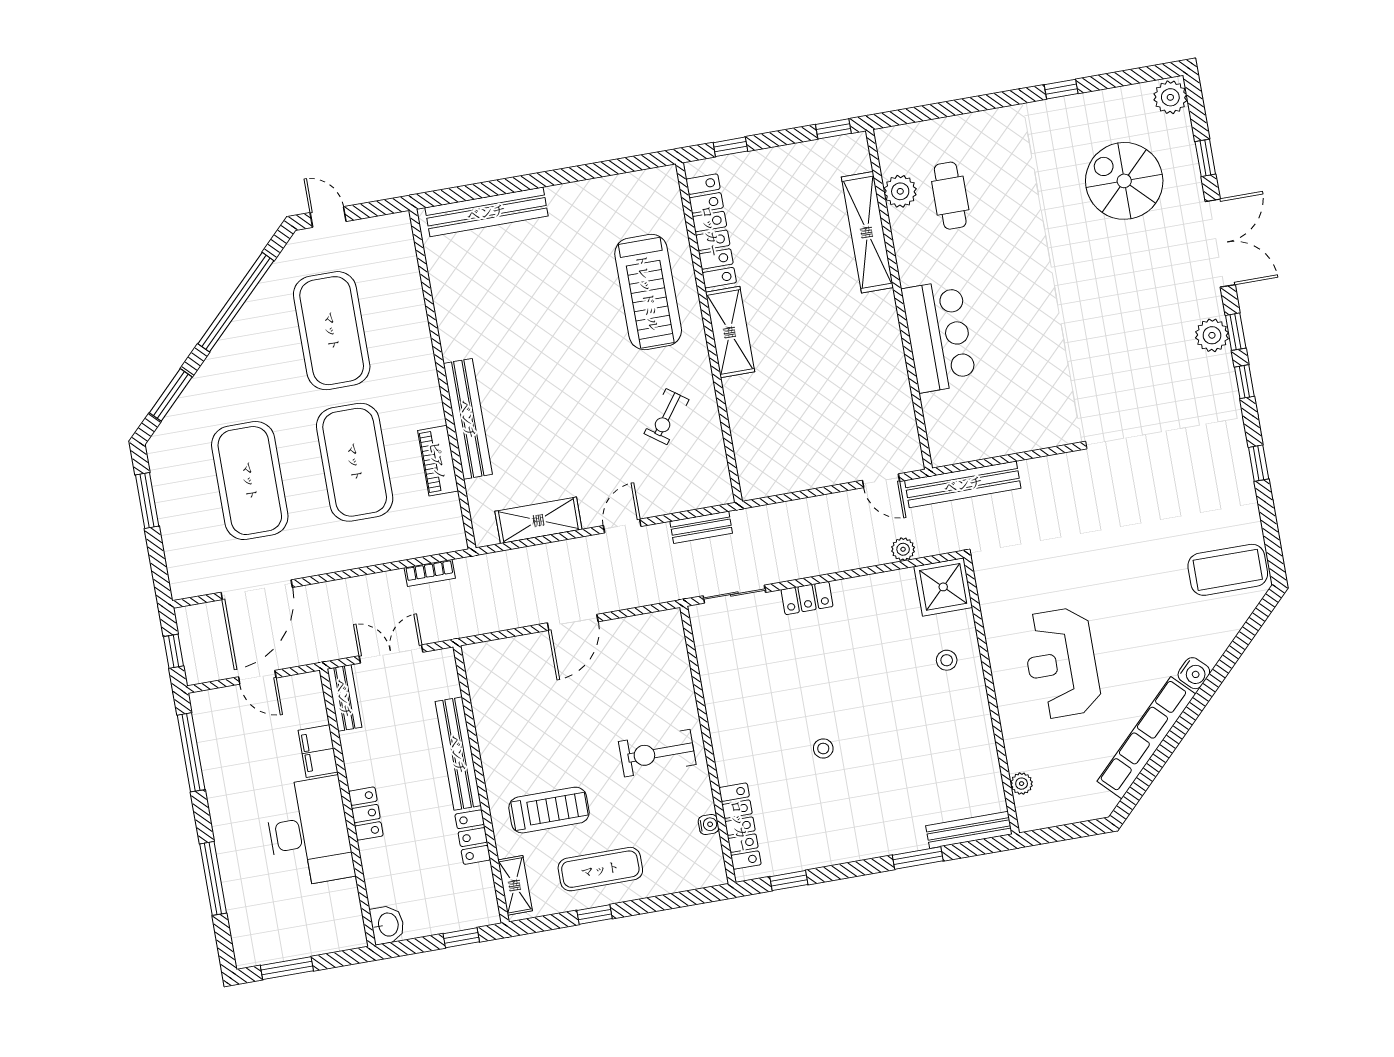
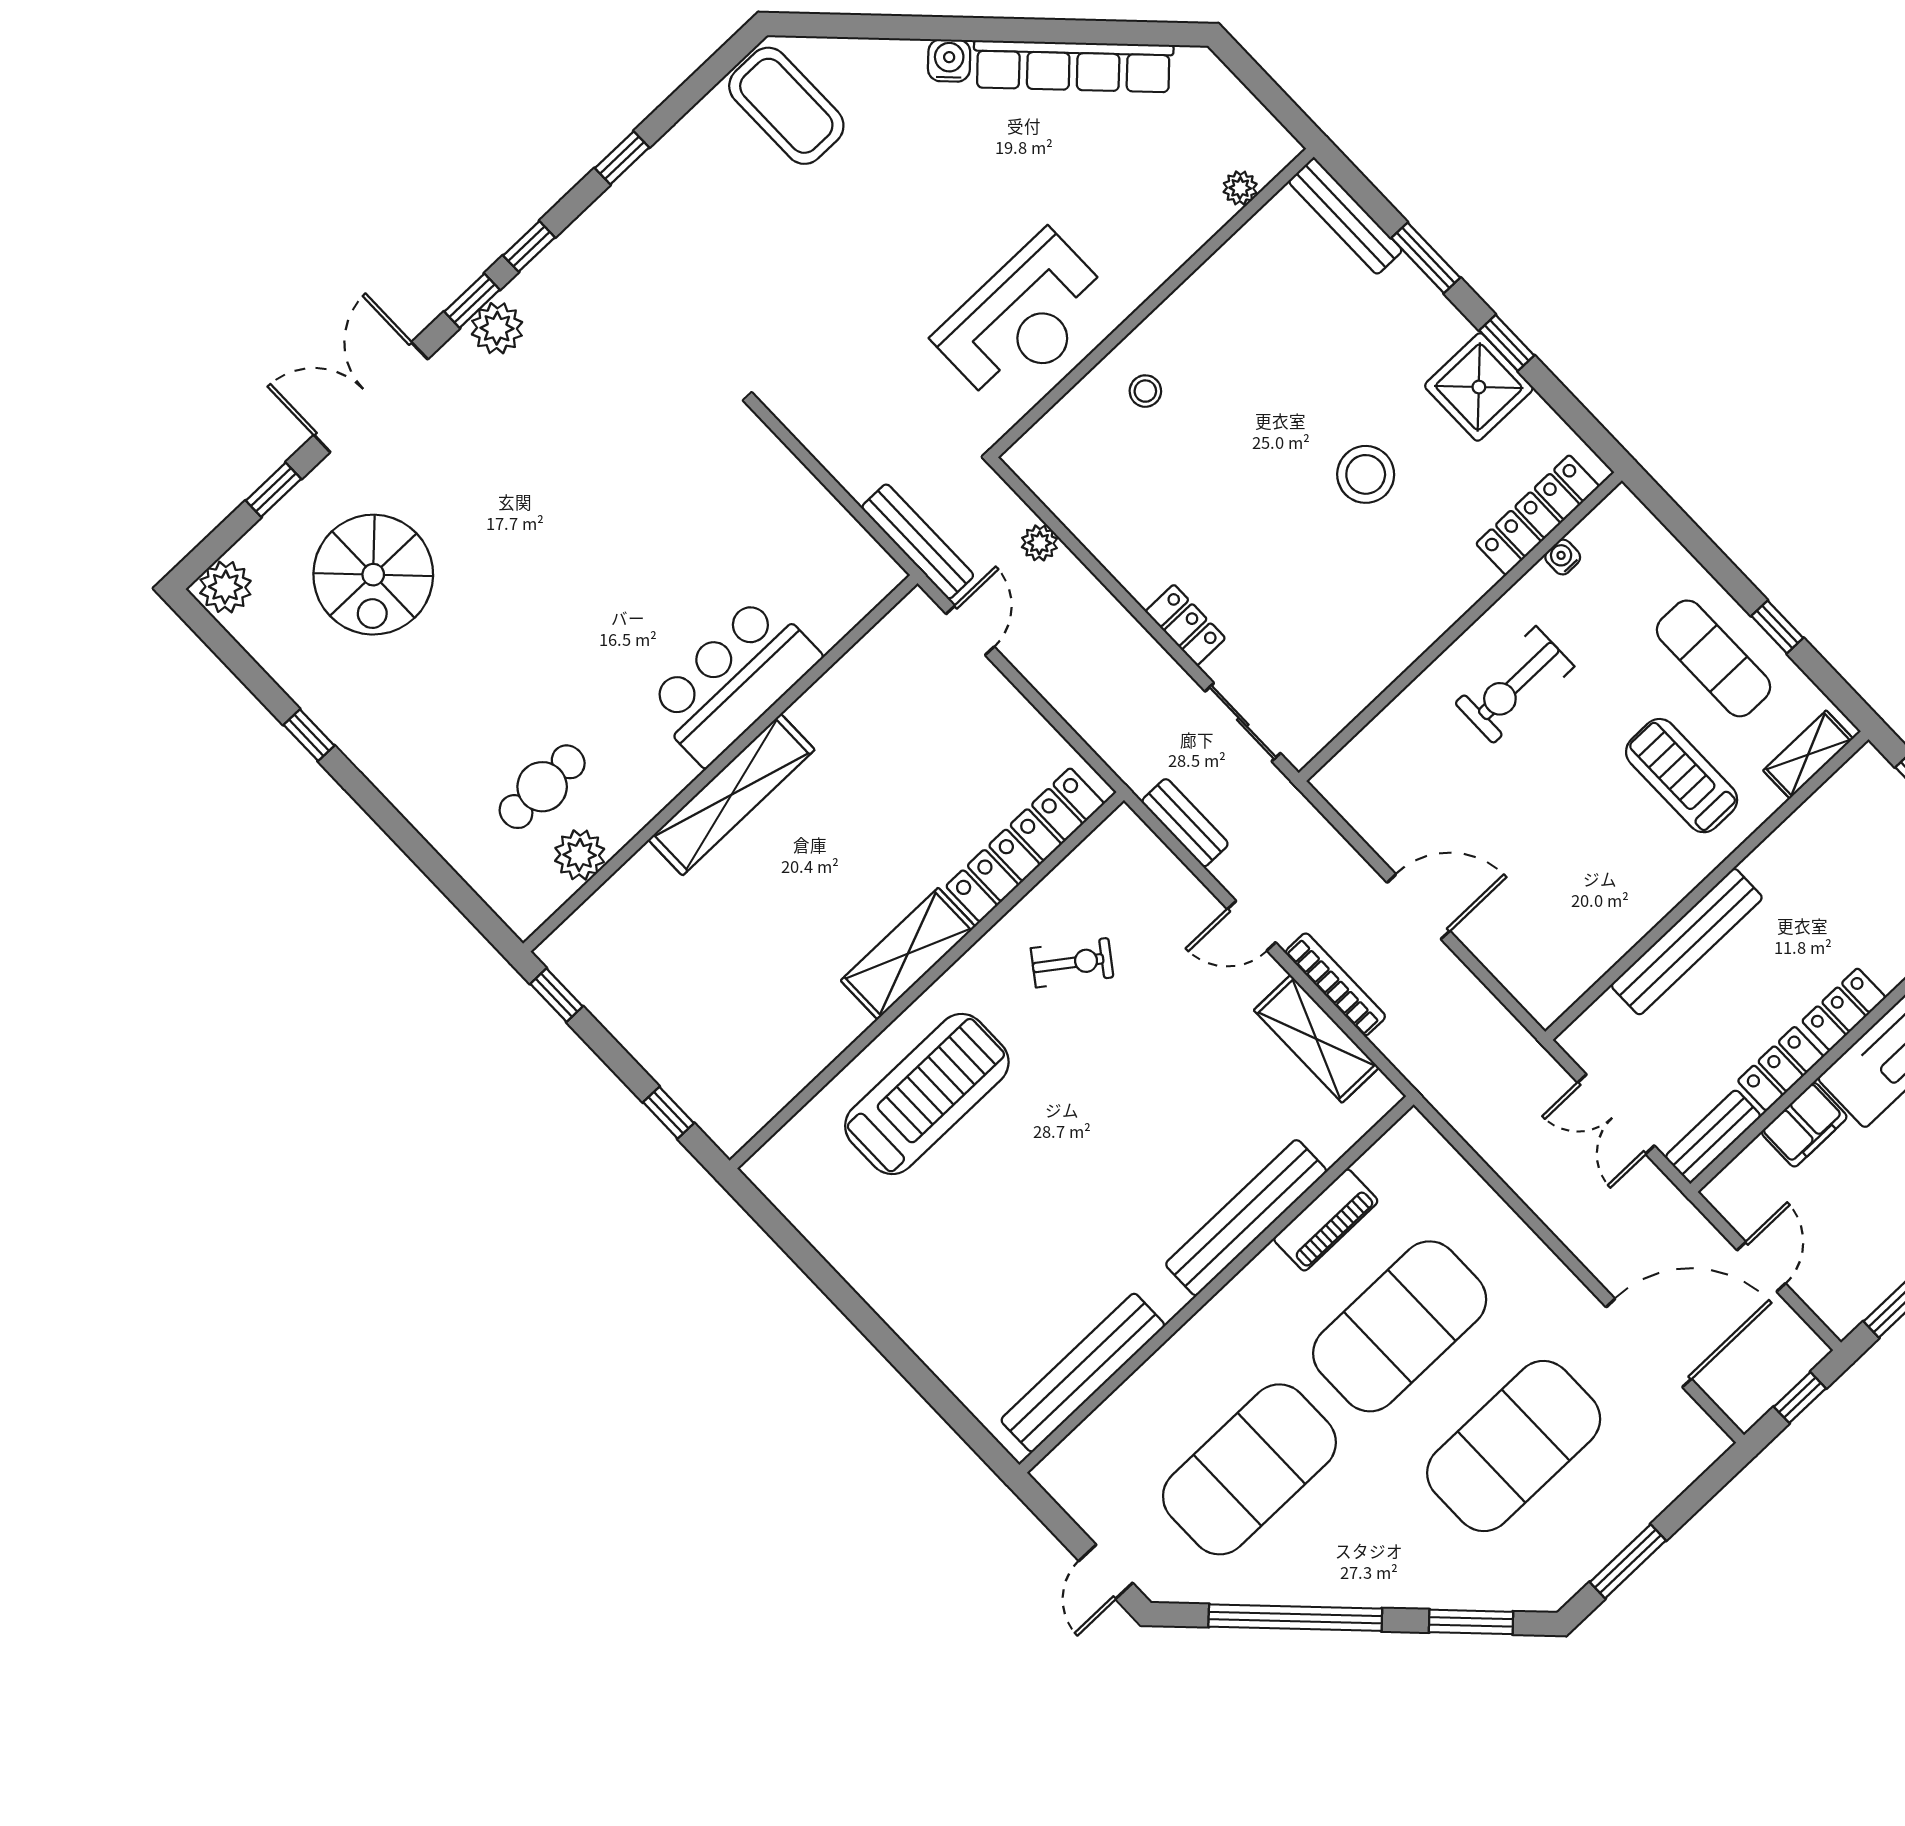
bench: (486, 212) -> (1083, 1373), moved, turned 90
locker: (711, 231) -> (1025, 845), moved
shelving: (867, 232) -> (732, 795), moved
bench: (963, 484) -> (918, 541), width x0.73, depth x0.82
bookcase: (430, 573) -> (1335, 984), moved, width x1.56
shower: (943, 587) -> (1479, 387), moved
reception desk: (1062, 663) -> (1024, 319), moved
stool: (823, 748) -> (1366, 474), width x1.89, depth x1.89
exercise bike: (657, 753) -> (1515, 685), turned 90
locker: (473, 837) -> (1781, 1069), moved, turned 180
window: (789, 881) -> (1507, 343), moved

